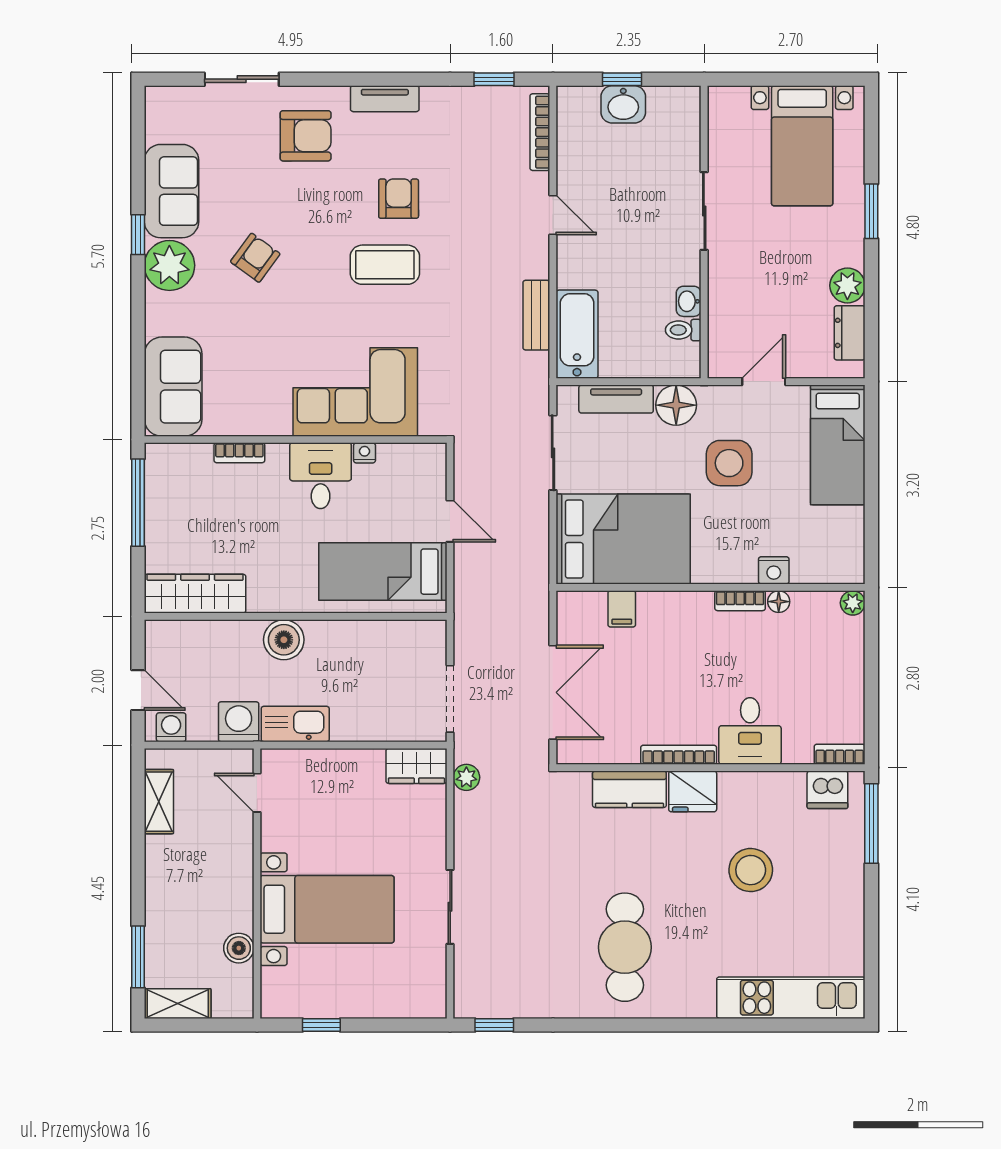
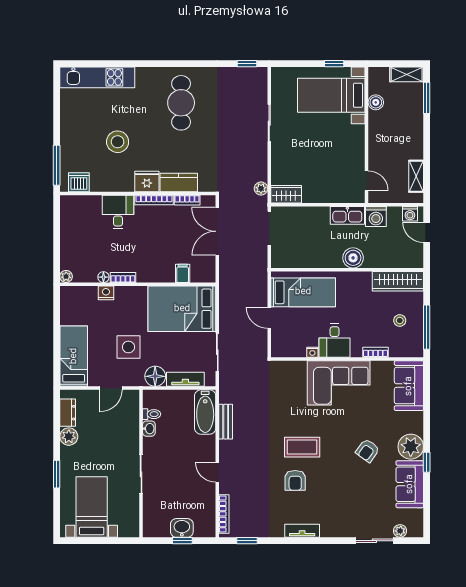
plant: (191, 98) -> (400, 531), added
armchair: (306, 136) -> (342, 512), removed
corner sofa: (355, 392) -> (339, 383), moved
stool: (191, 516) -> (400, 321), added
bookcase: (840, 754) -> (187, 200), moved
bed with nightstands: (327, 909) -> (331, 95), moved

